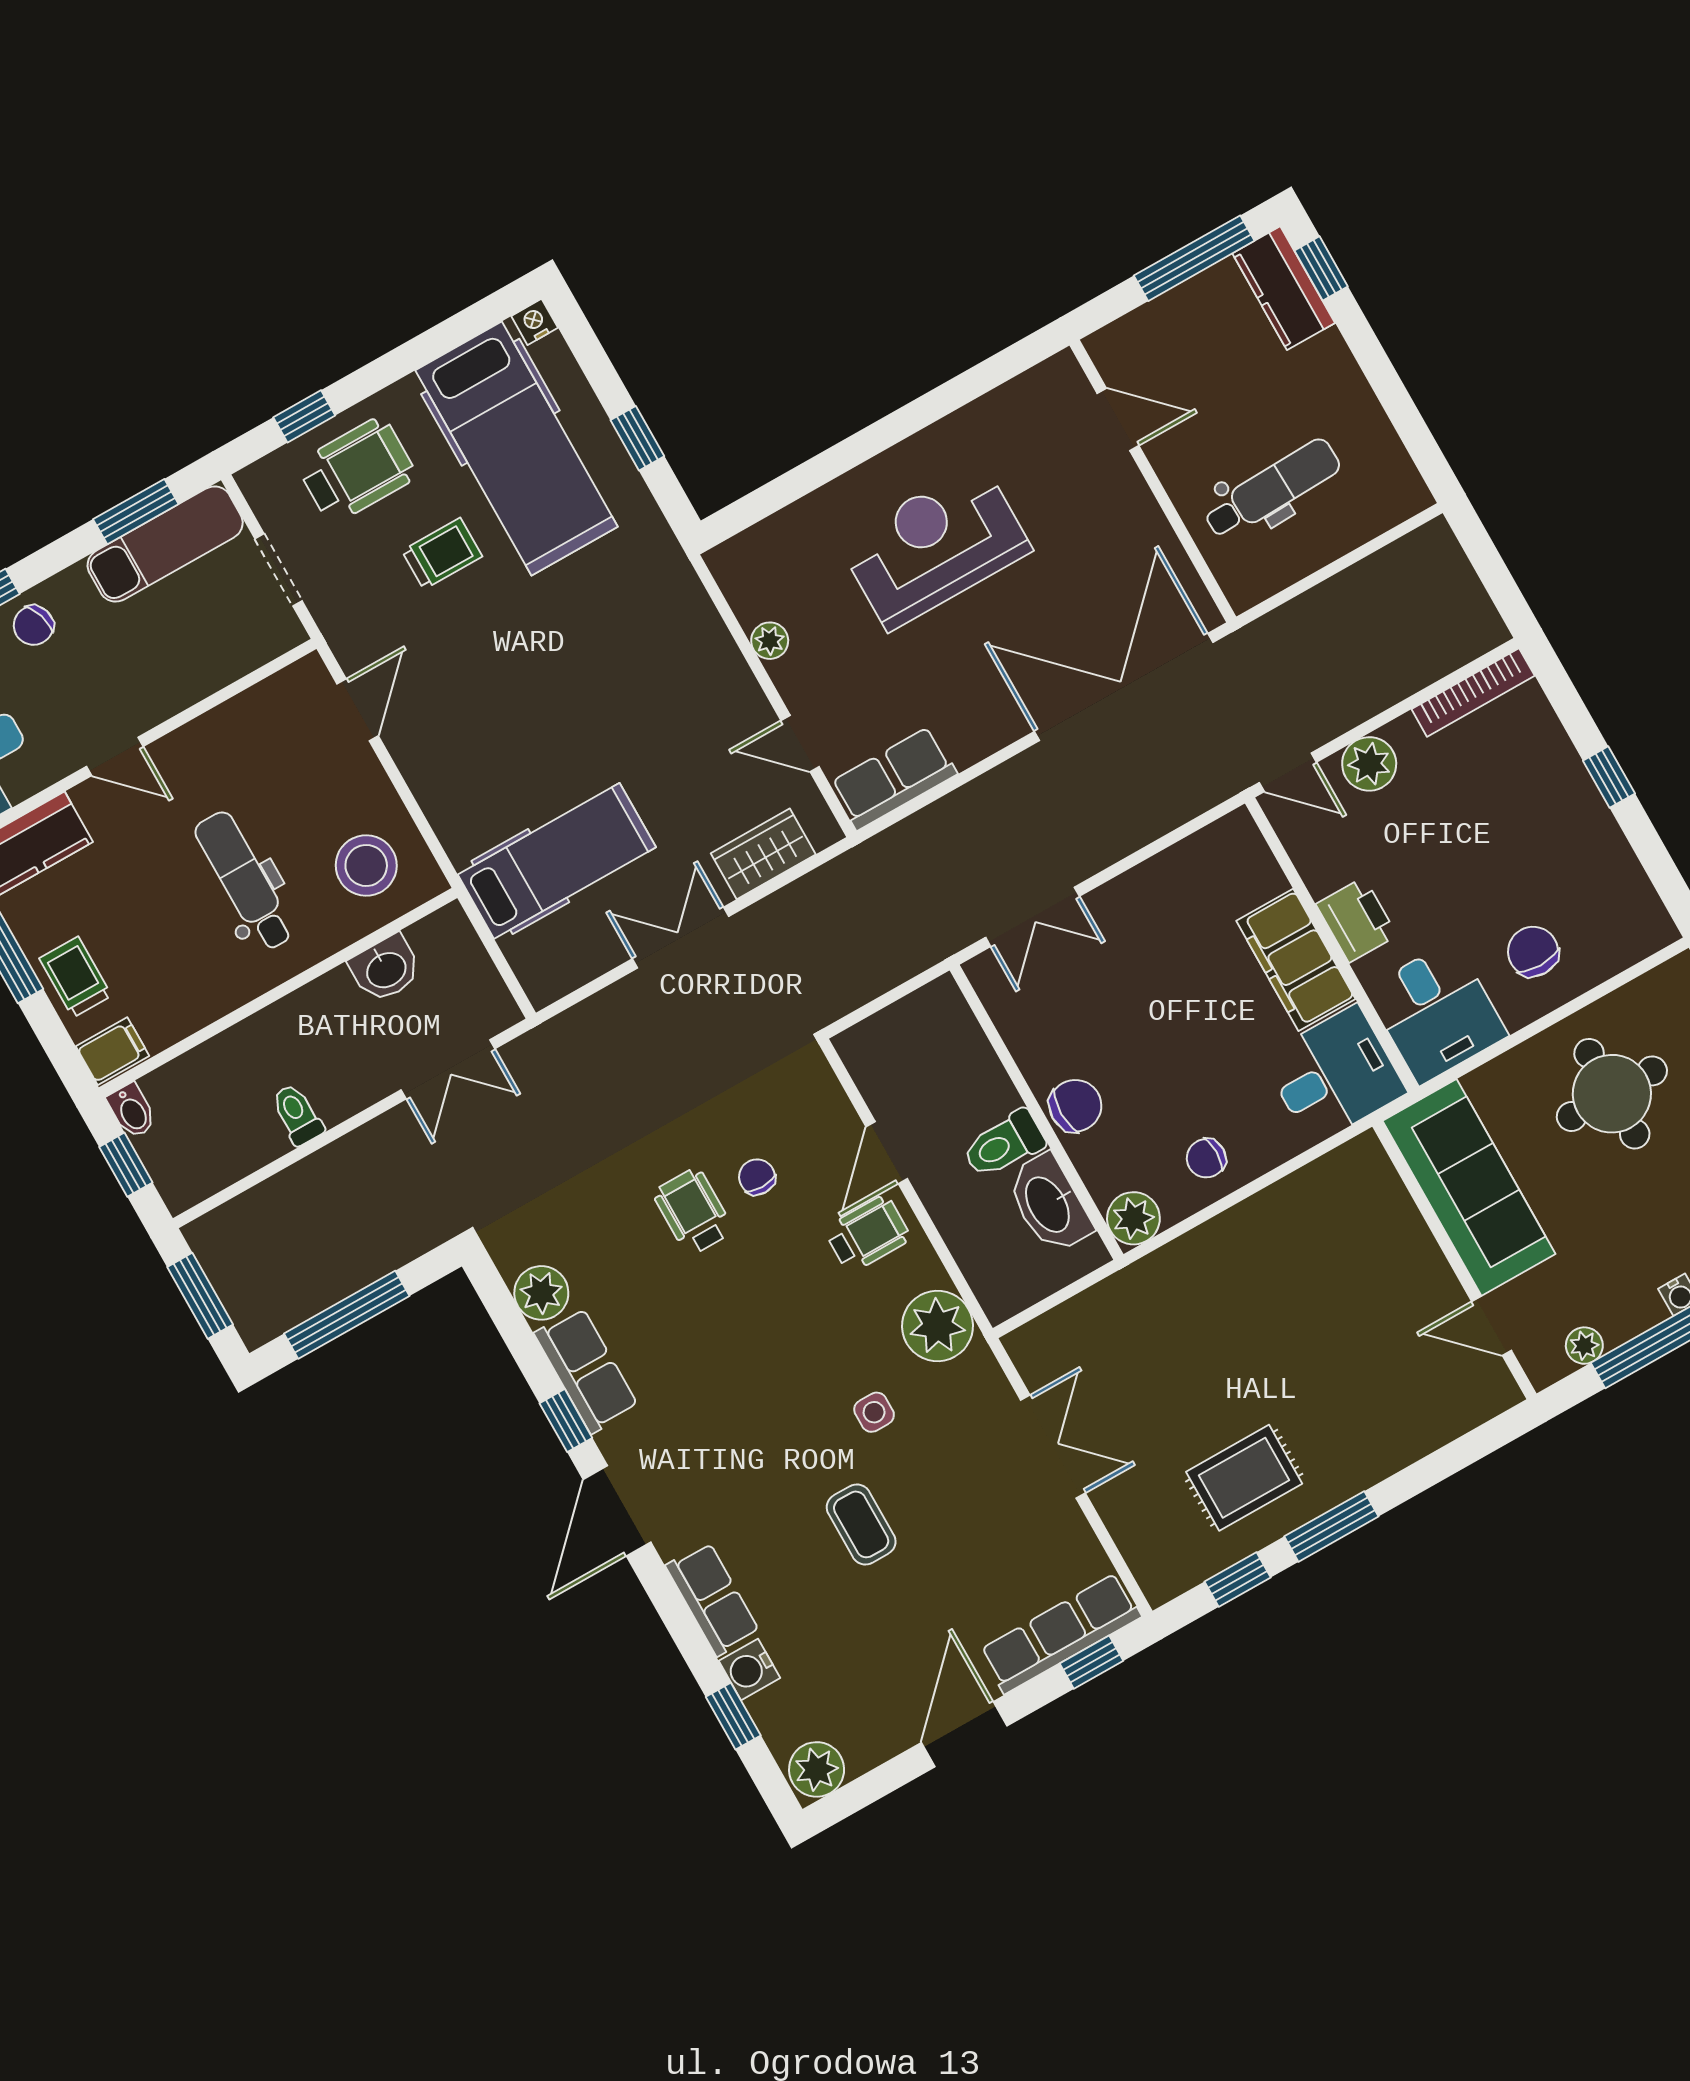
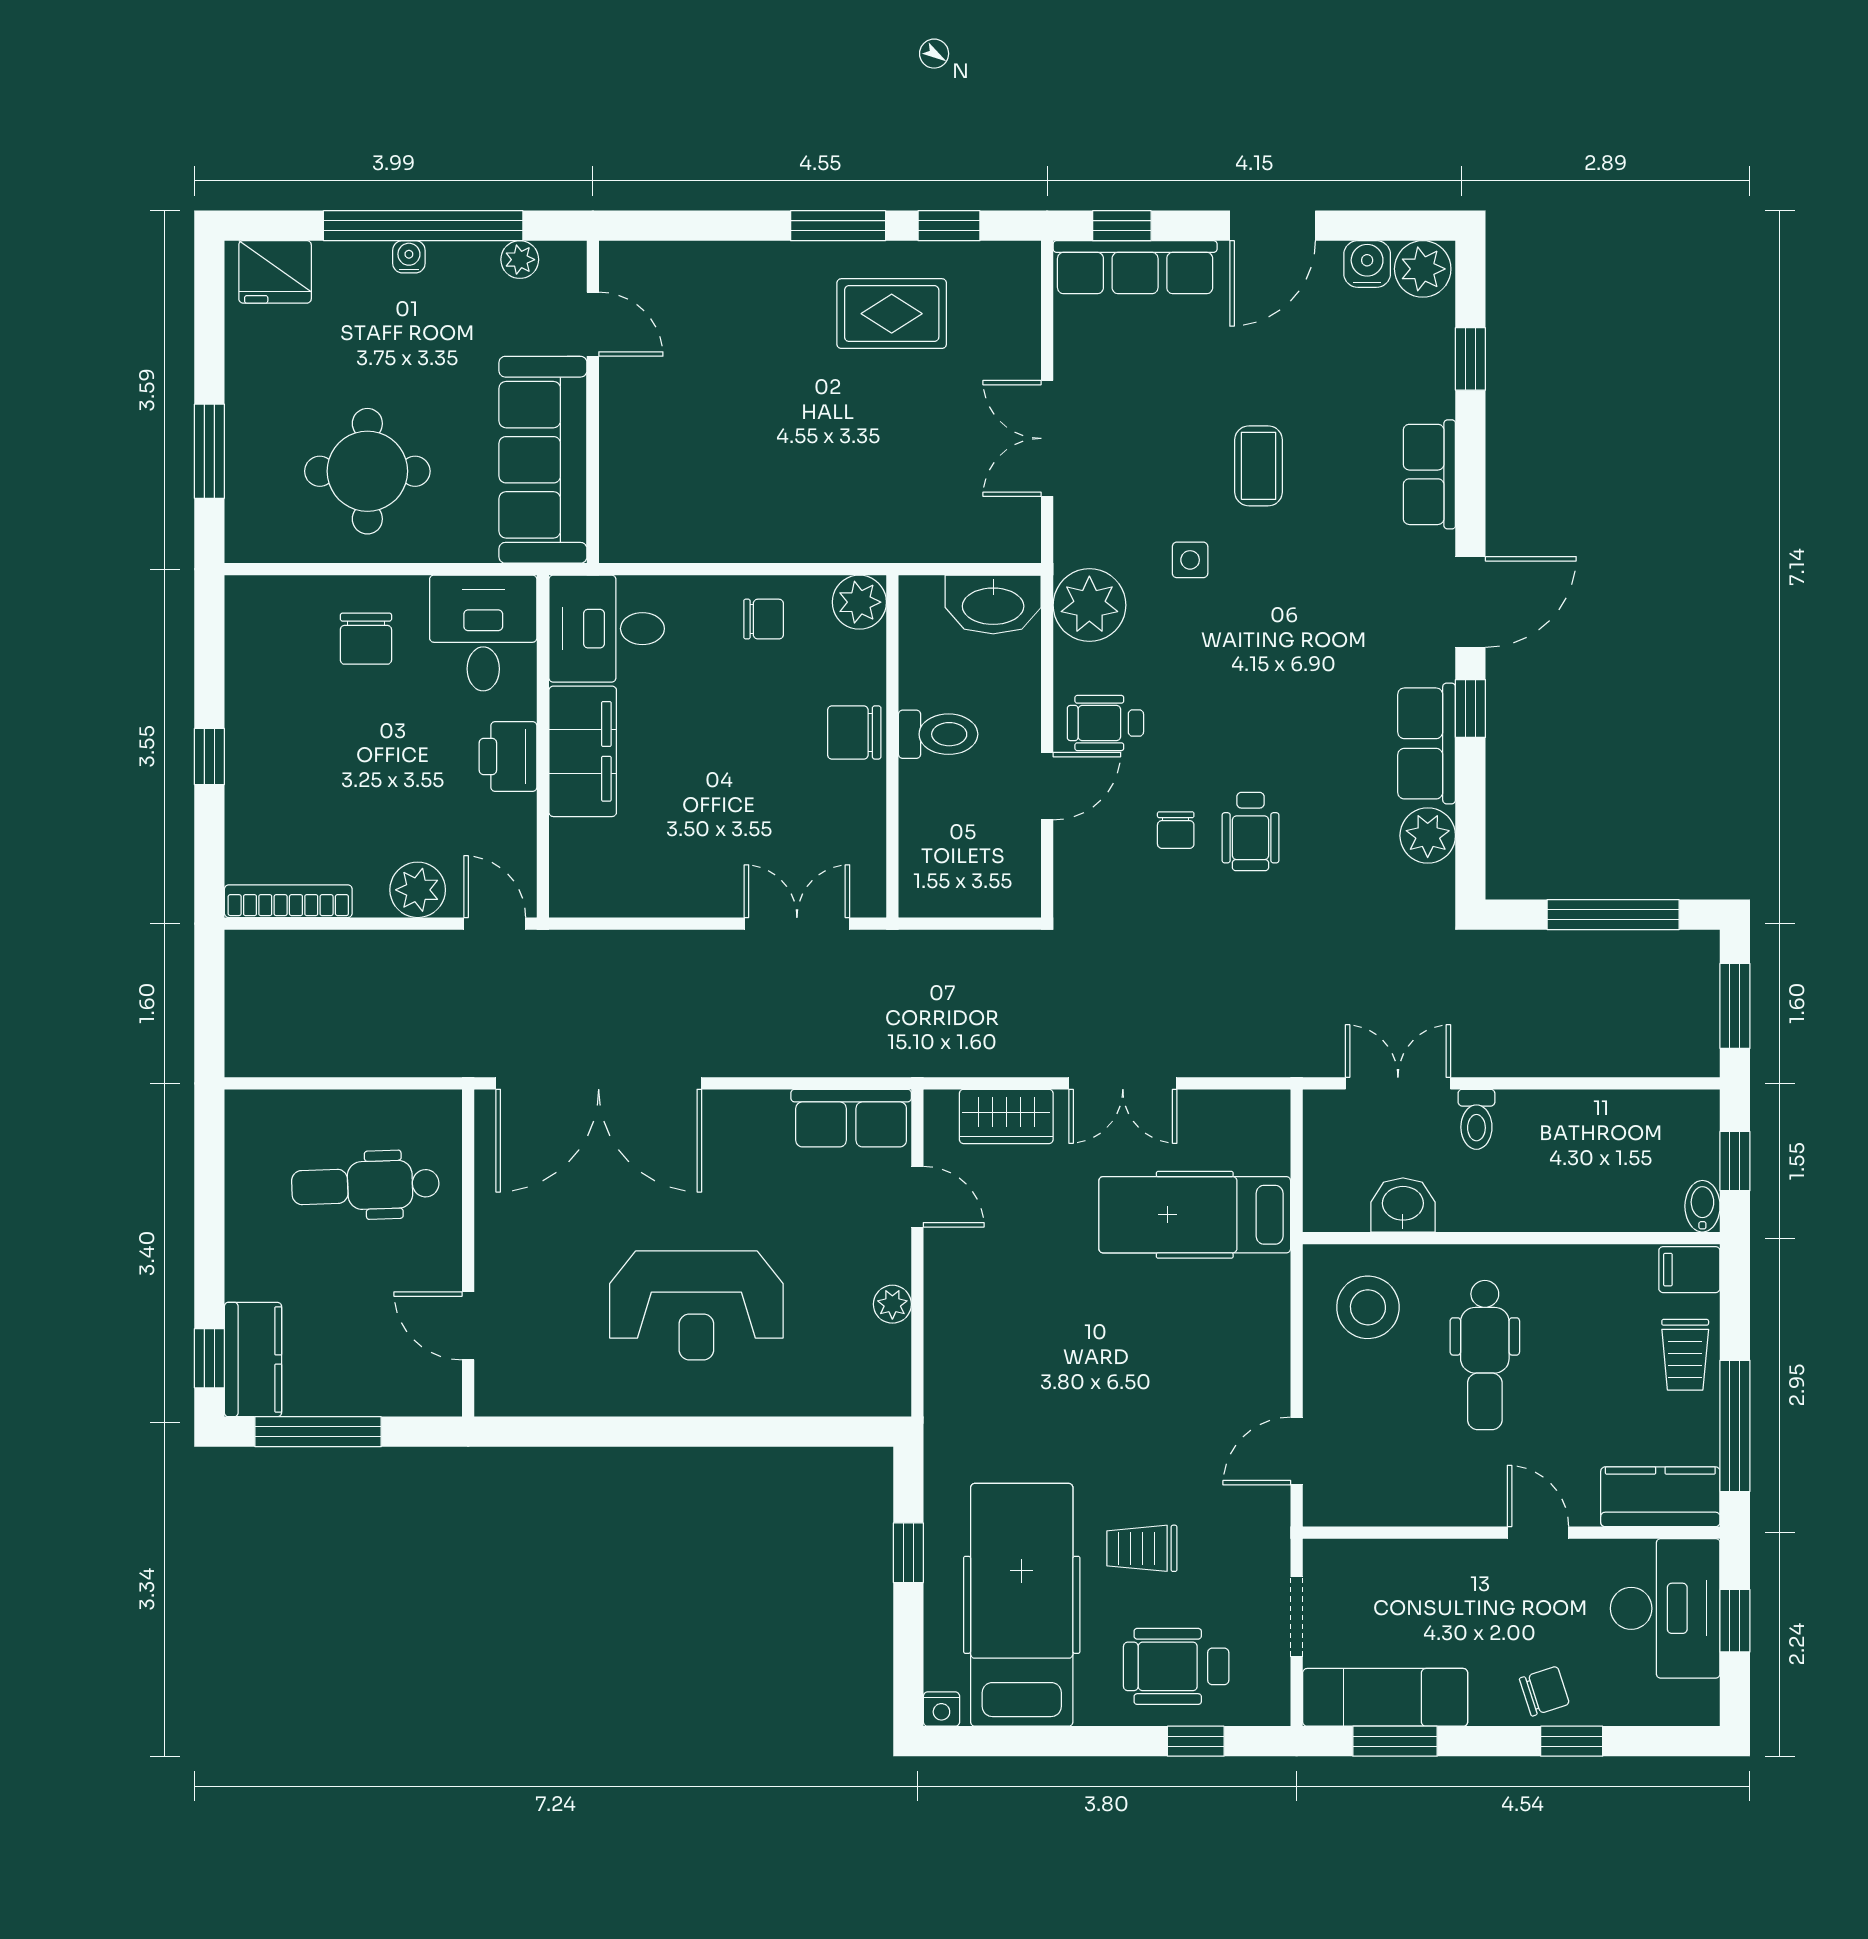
toilet: (297, 1114) -> (1476, 1119), moved
washbasin: (1049, 1204) -> (993, 604), moved, turned 90
water cooler: (749, 1669) -> (1367, 264), moved, turned -90

